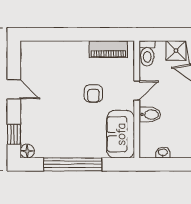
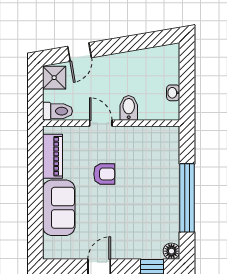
sofa: (121, 134) -> (59, 208), moved, turned -90

